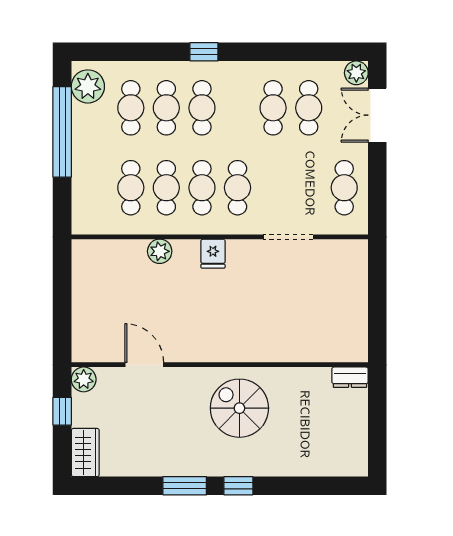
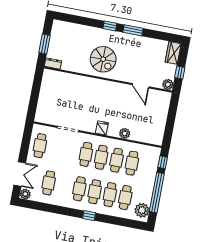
cafe table: (273, 108) -> (79, 189), moved
window: (62, 203) -> (163, 162), added
window: (377, 417) -> (44, 44), added

